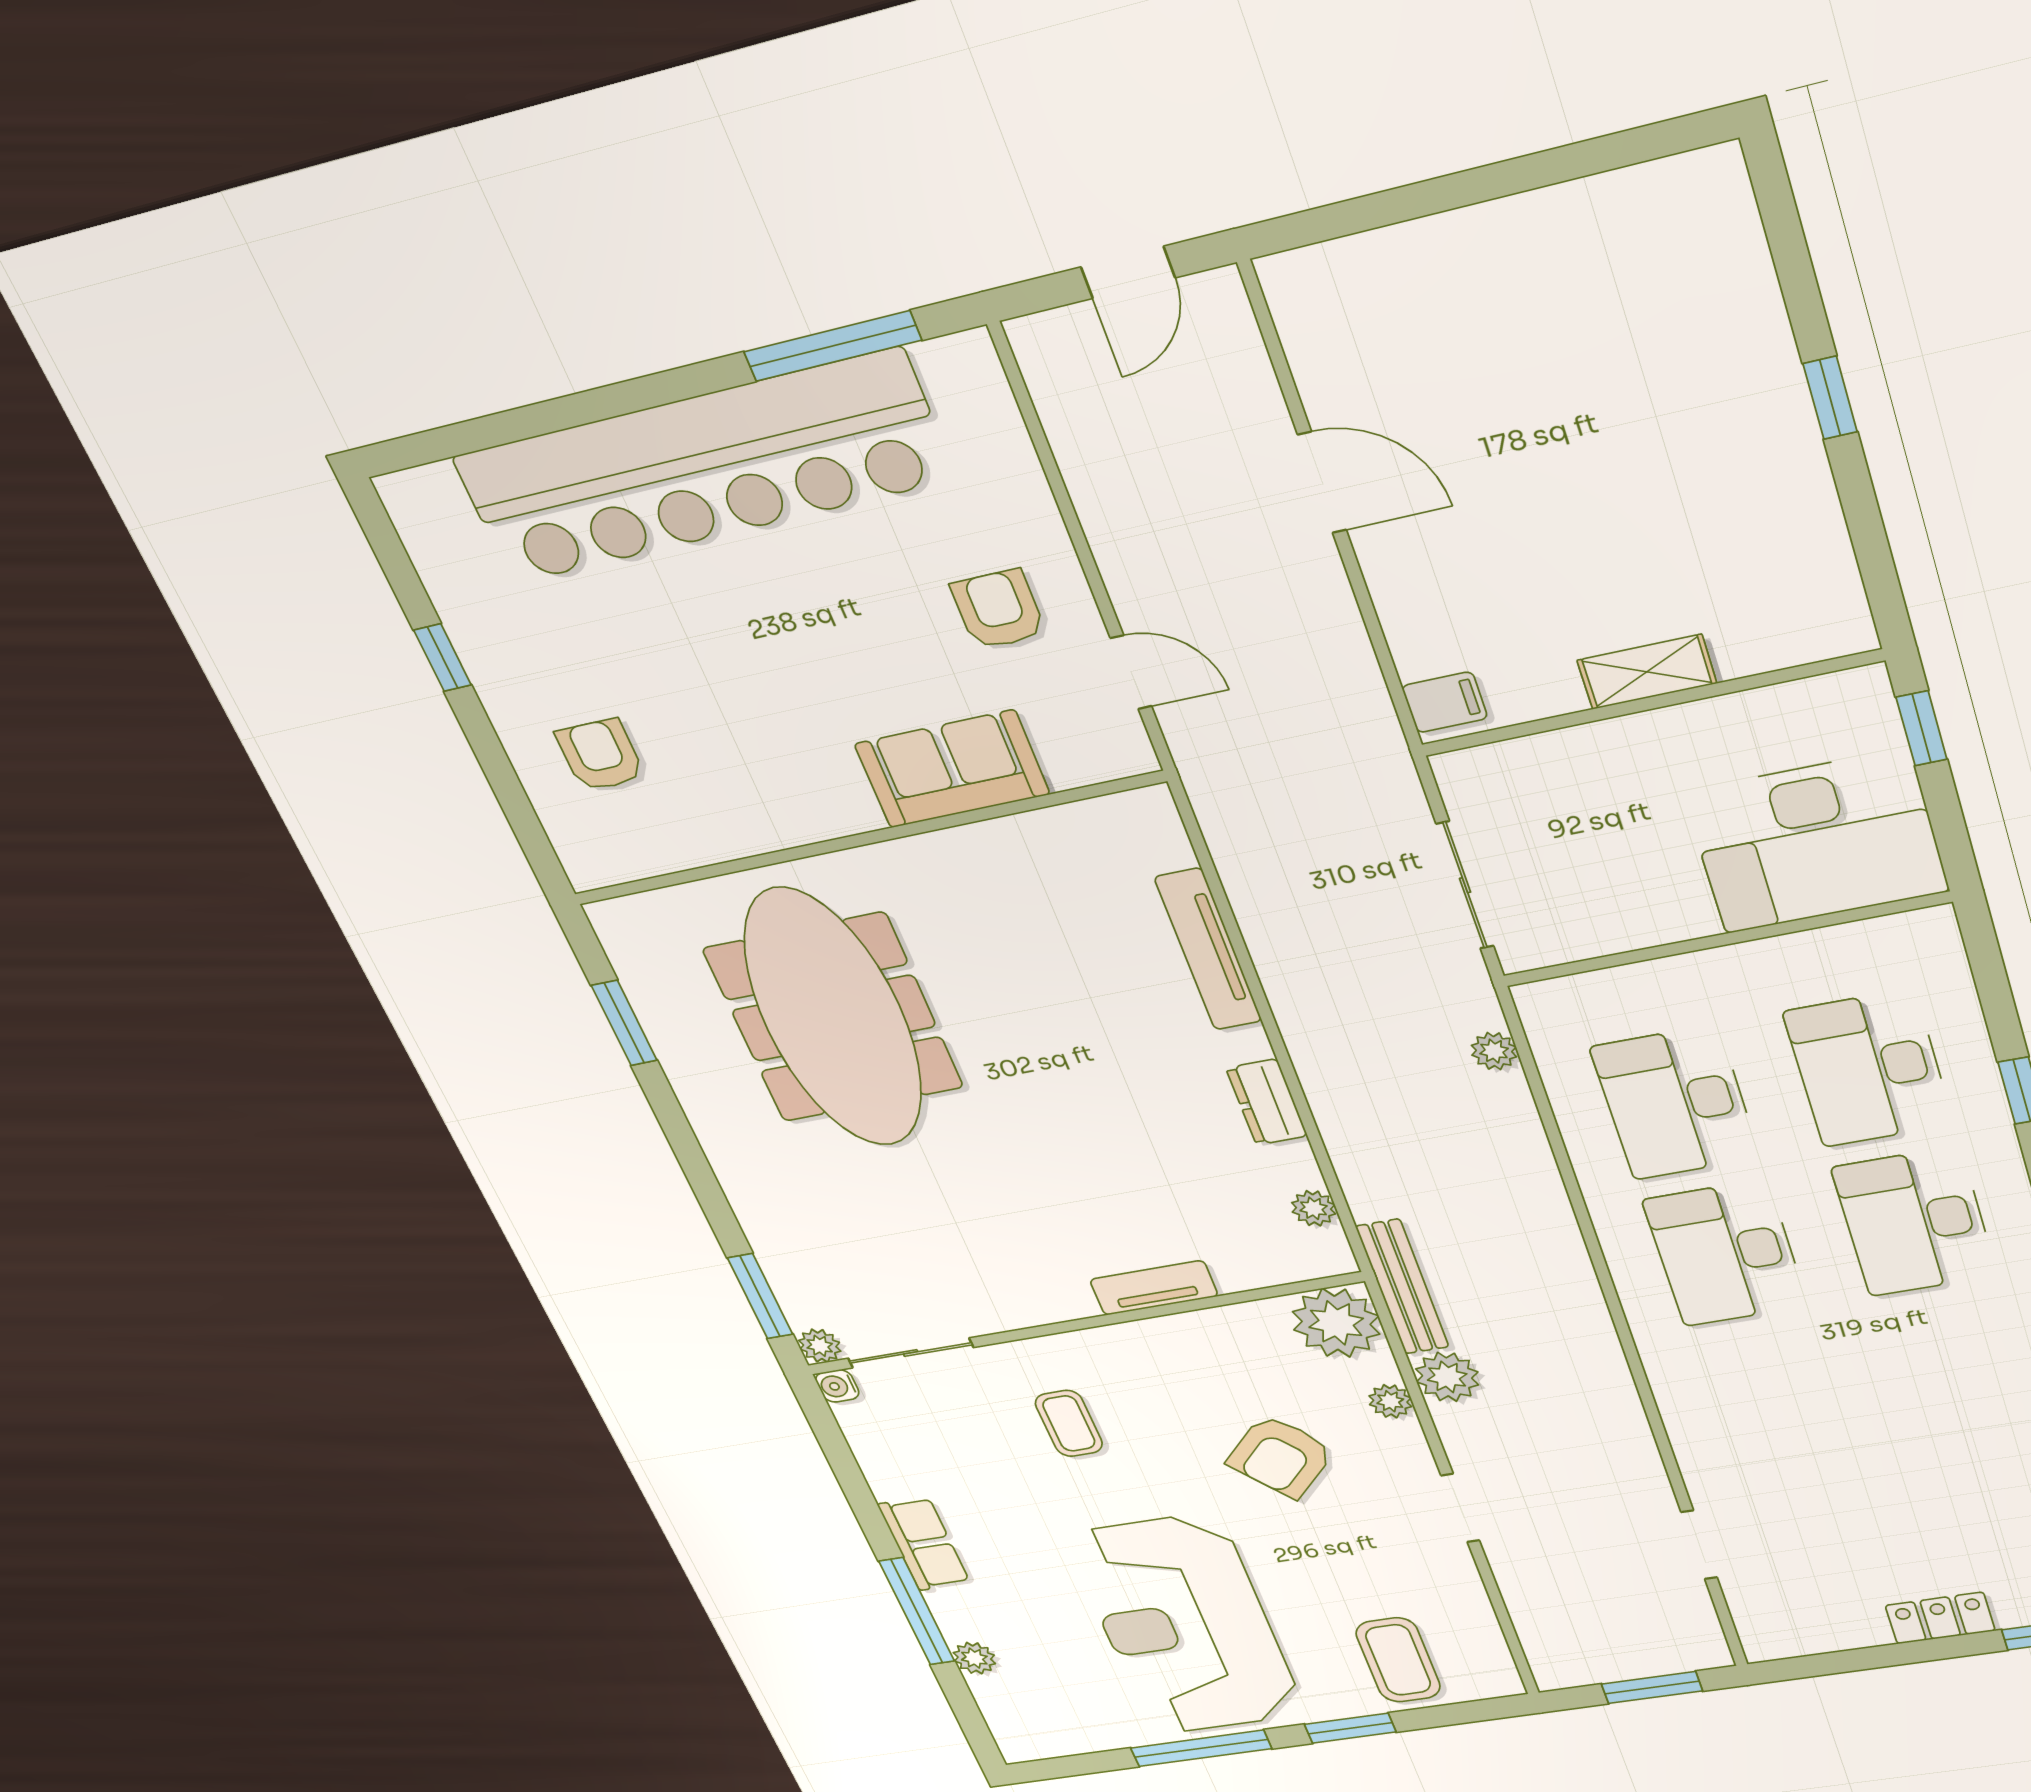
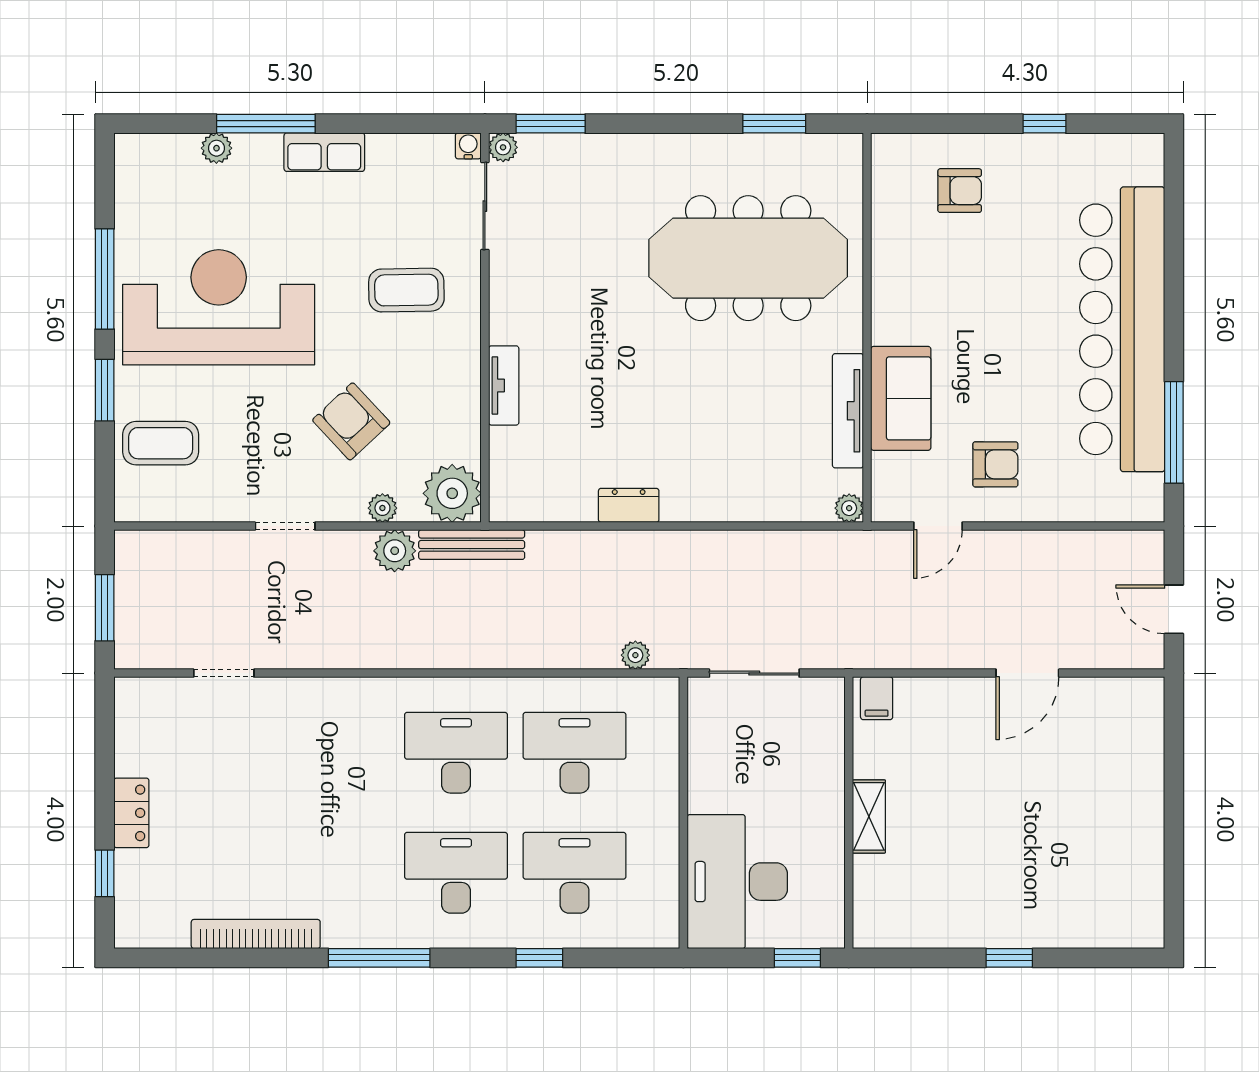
tv unit: (1208, 950) -> (848, 411), moved, turned -90
plant: (1314, 1208) -> (849, 508), moved
coffee table: (1069, 1423) -> (406, 290), width x1.36, depth x1.30

